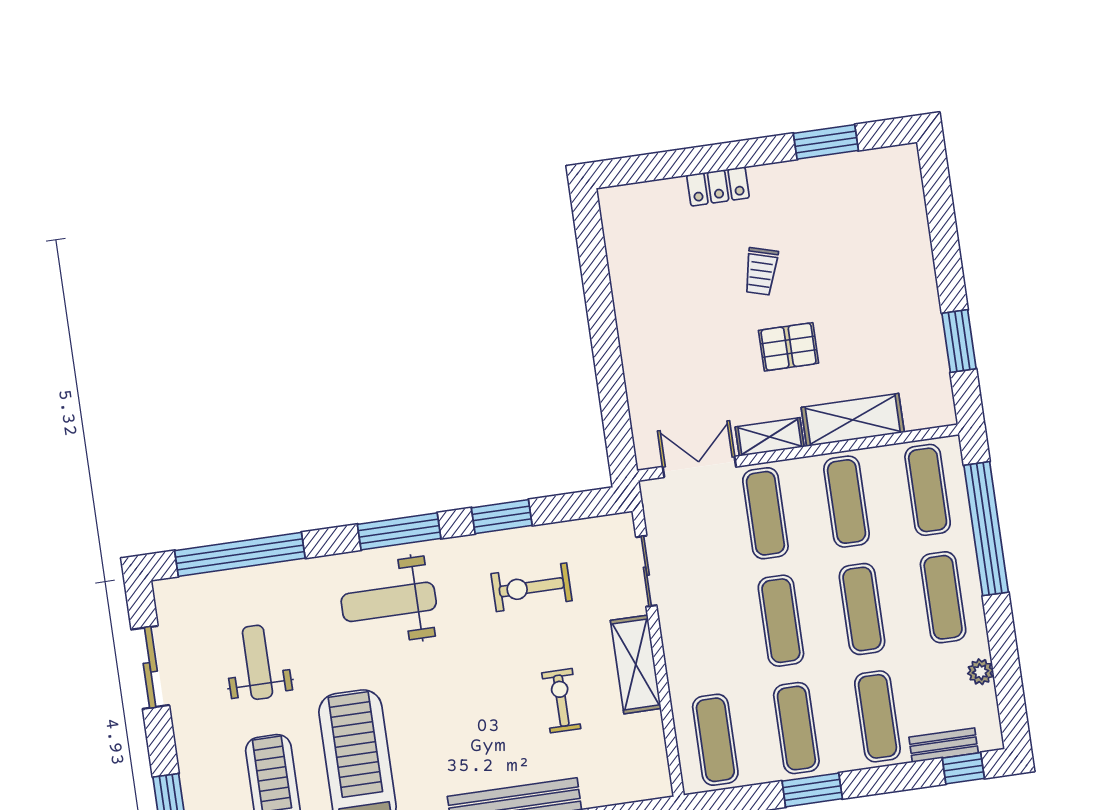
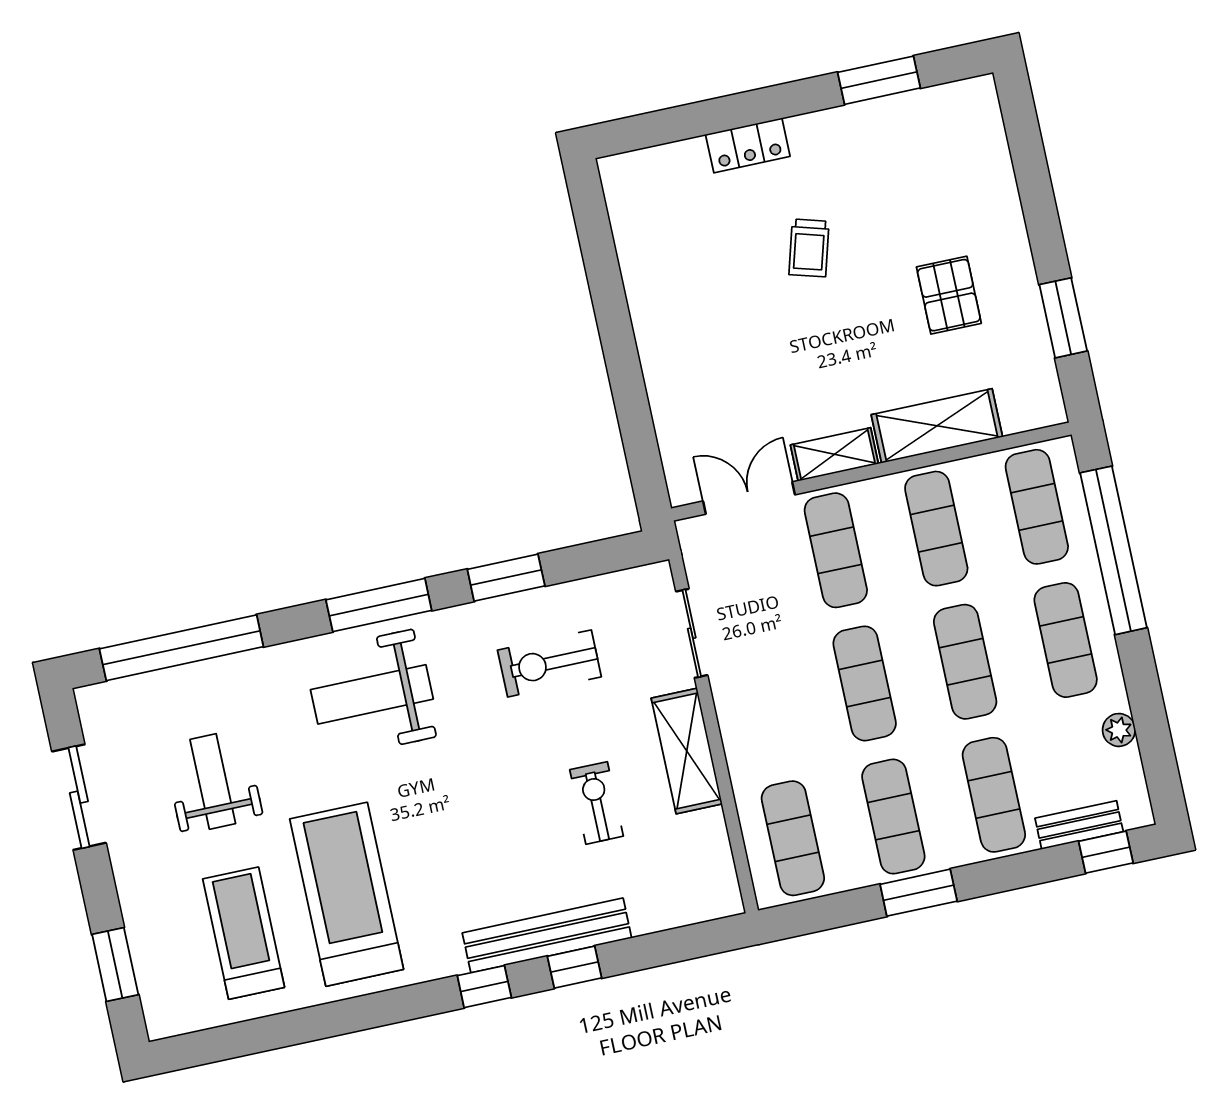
pallet: (789, 347) -> (949, 295), moved, turned 90

